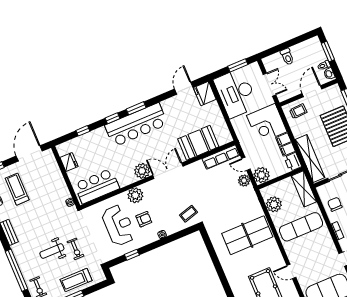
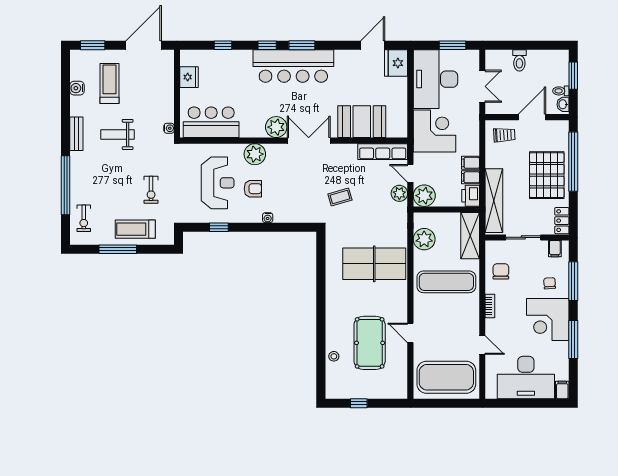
corner desk: (267, 124) -> (435, 131), moved, turned 180
coffee table: (188, 214) -> (340, 197), moved
weight bench: (52, 251) -> (118, 134), moved

